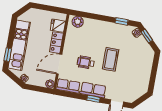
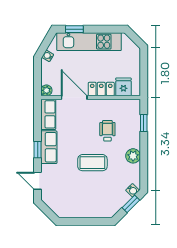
window: (122, 21) -> (144, 123), moved
plant: (78, 22) -> (133, 156), moved
wheelchair: (86, 62) -> (107, 131), moved

